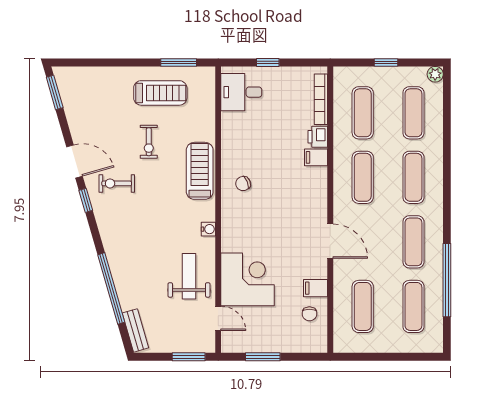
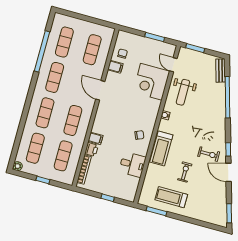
desk: (241, 92) -> (132, 164), moved

